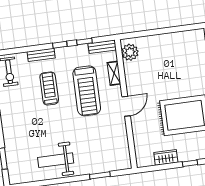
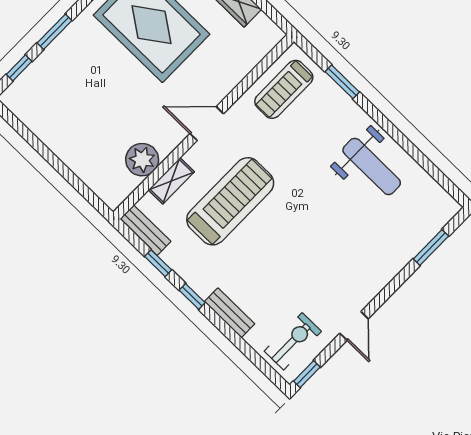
plant: (130, 52) -> (142, 160), moved
treadmill: (49, 88) -> (284, 89), moved

